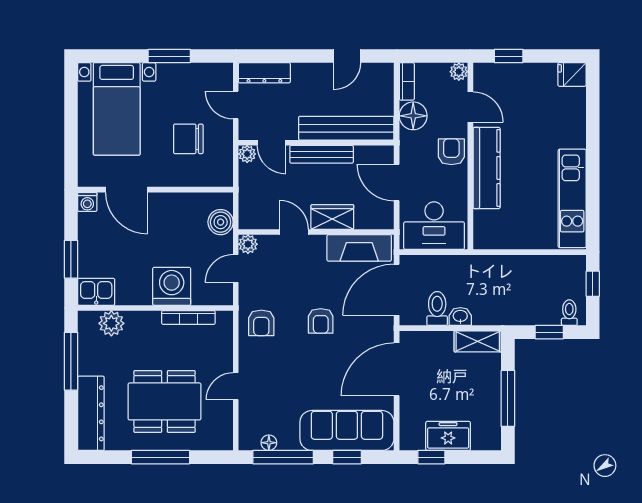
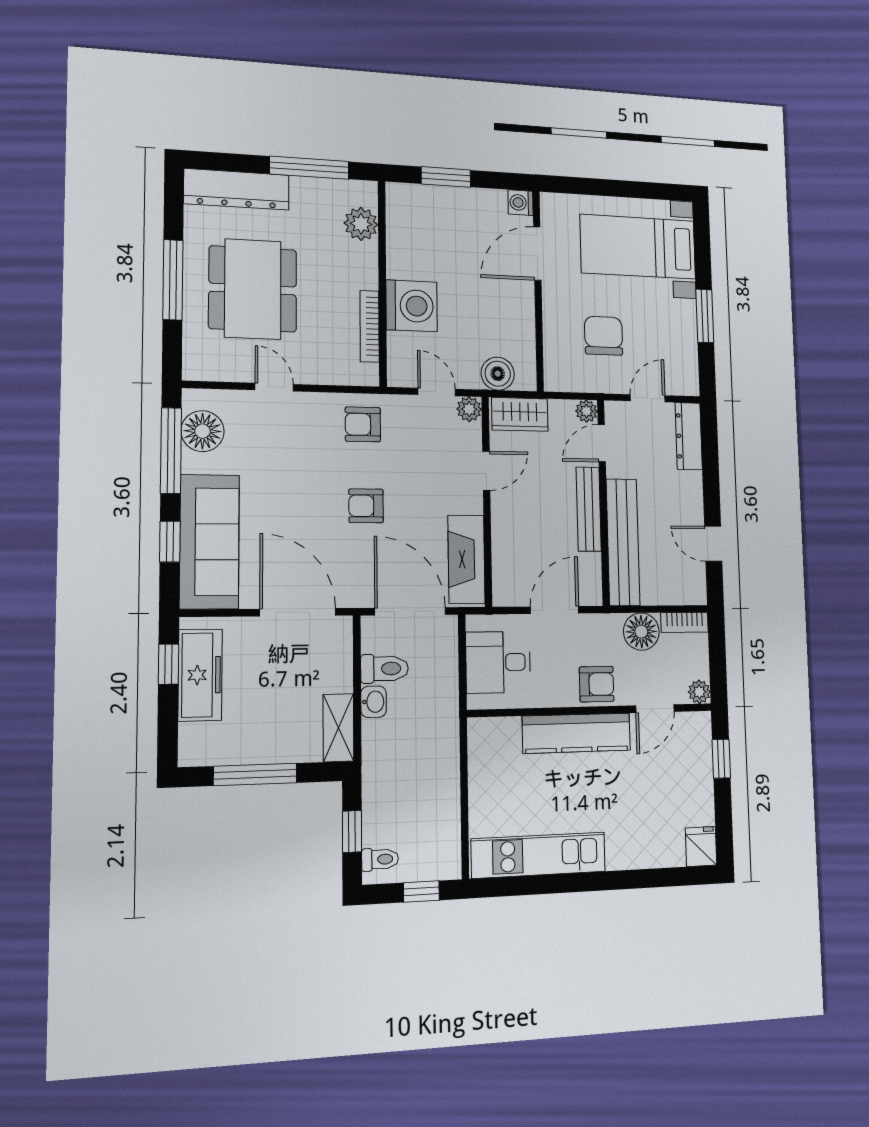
wardrobe: (332, 217) -> (520, 414), moved, turned 90
desk: (434, 226) -> (498, 662), width x0.73
kitchen sink: (96, 292) -> (403, 207), removed
freezer: (448, 436) -> (200, 675), width x1.40
floor lamp: (269, 443) -> (203, 431), width x1.89, depth x1.89

